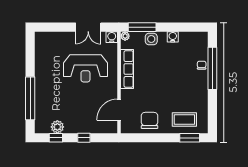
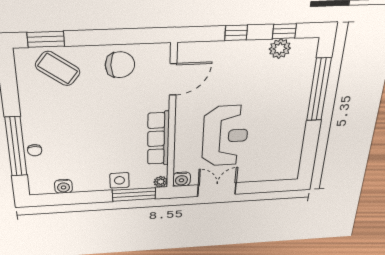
water cooler: (173, 37) -> (63, 186), moved
reception desk: (85, 68) -> (225, 136), turned 90
chair: (150, 120) -> (120, 65), turned -90
coffee table: (184, 120) -> (58, 69), turned 37

